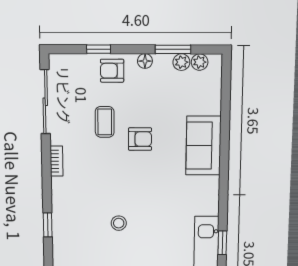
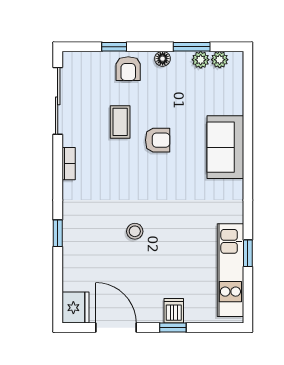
armchair: (112, 71) -> (128, 69), turned -90

